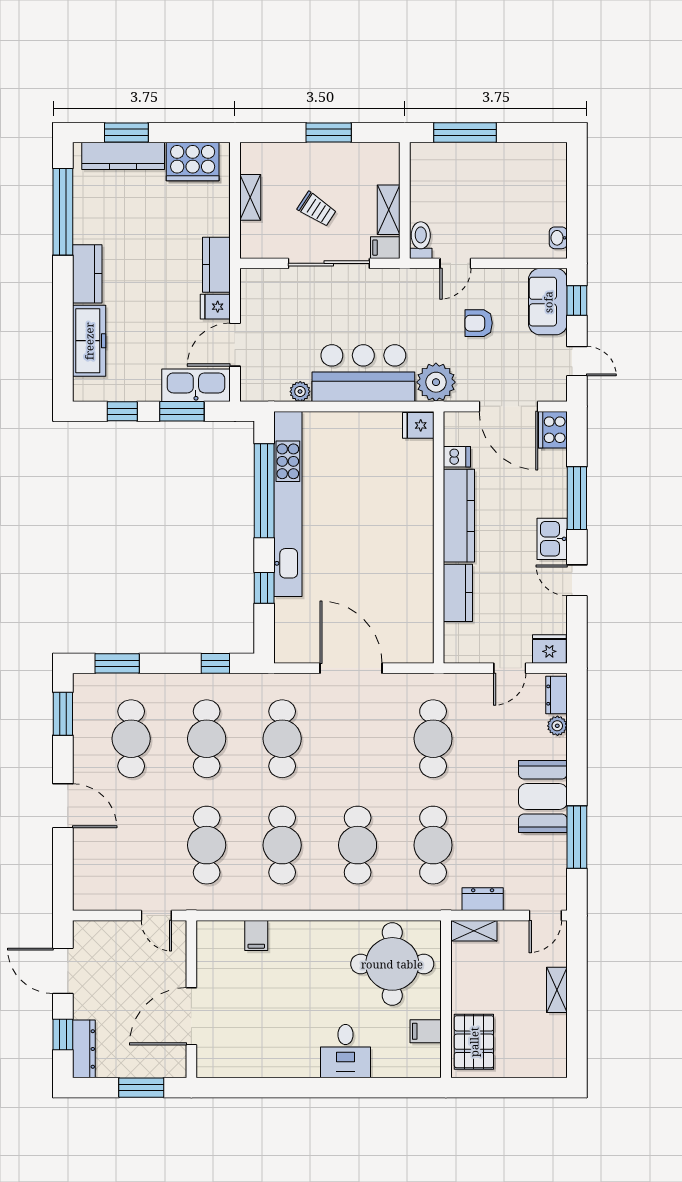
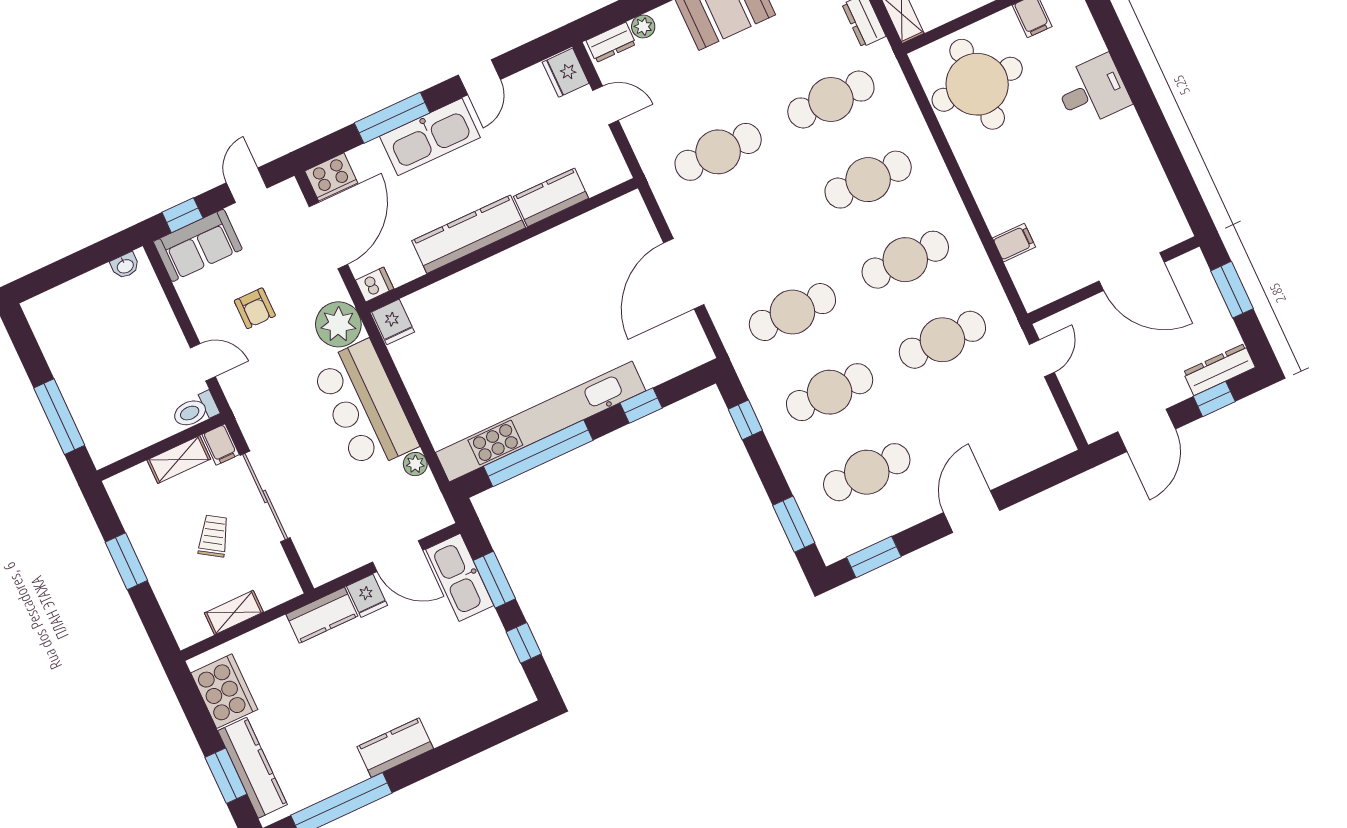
freezer: (89, 341) -> (465, 713), removed
dishwasher: (457, 457) -> (375, 284), moved, turned 90
kitchen sink: (552, 539) -> (430, 137), width x1.87, depth x1.24

